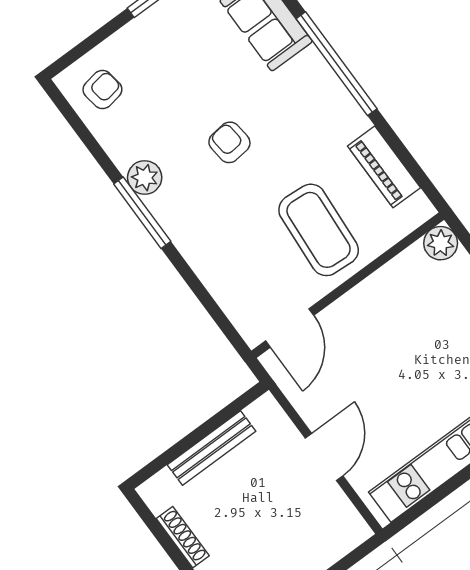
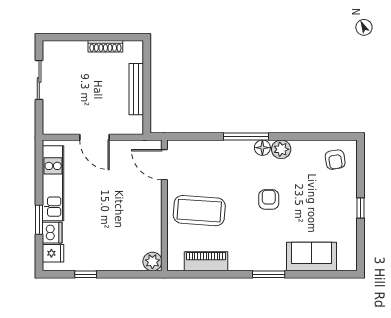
window: (337, 64) -> (269, 274), width x0.47
armchair: (229, 142) -> (269, 199), turned -84
floor lamp: (162, 206) -> (262, 148), added
window: (142, 213) -> (246, 136), moved

